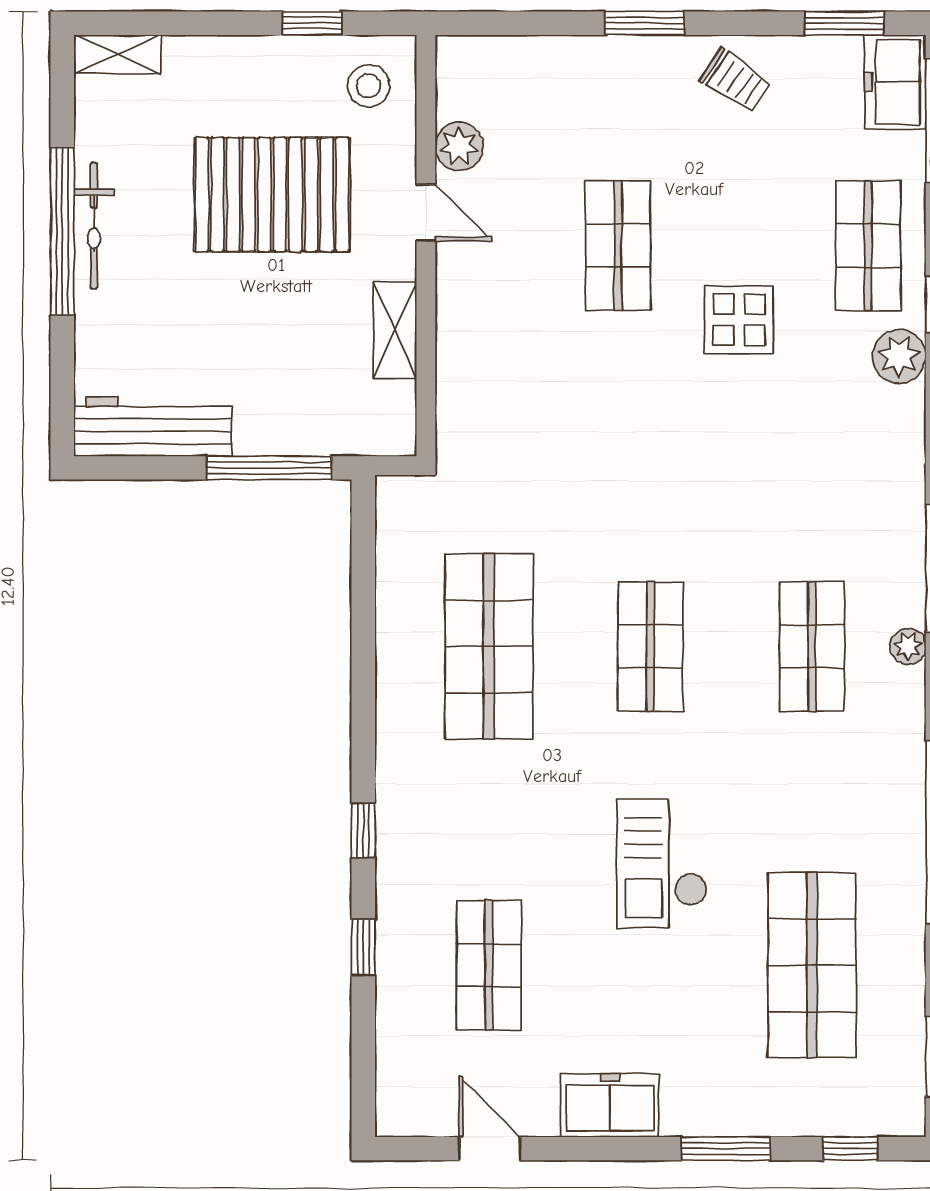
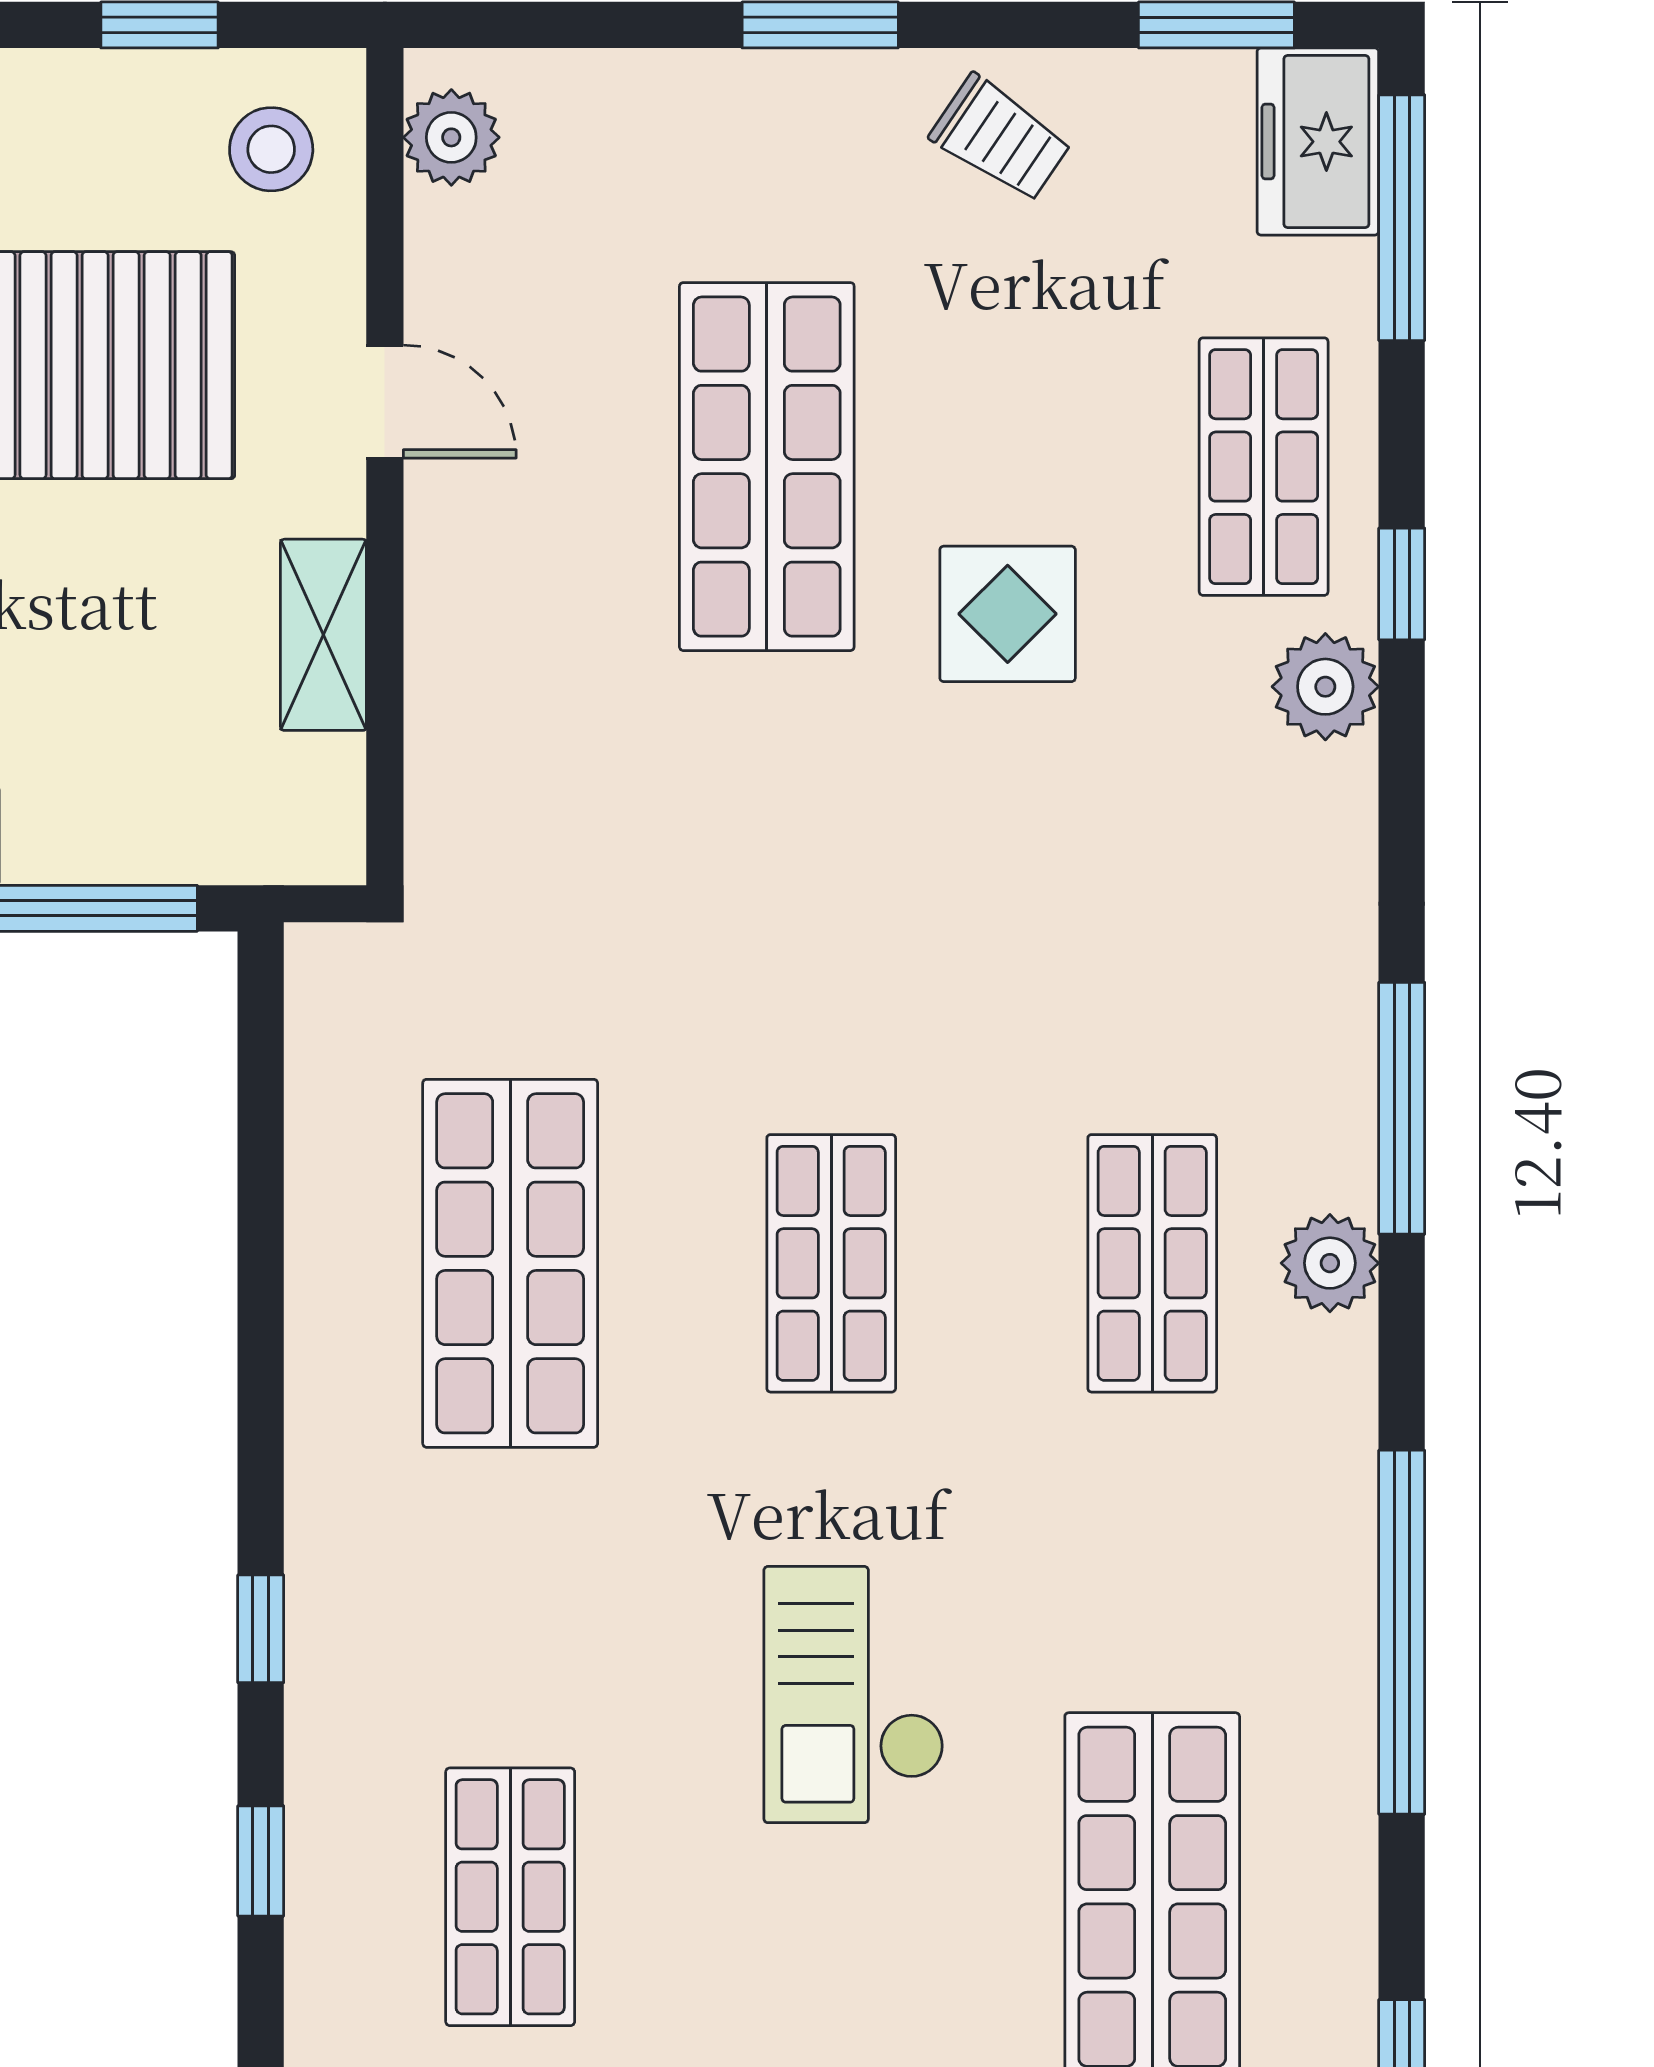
plant: (459, 146) -> (451, 137), moved
shop shelf: (618, 246) -> (767, 467), width x1.43, depth x1.36
plant: (908, 646) -> (1330, 1263), width x1.38, depth x1.38

